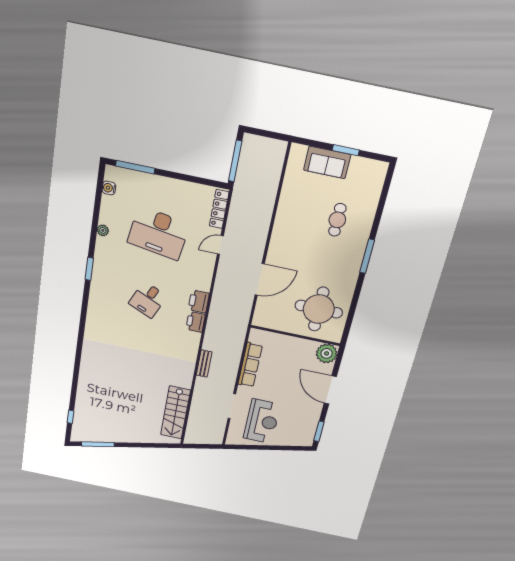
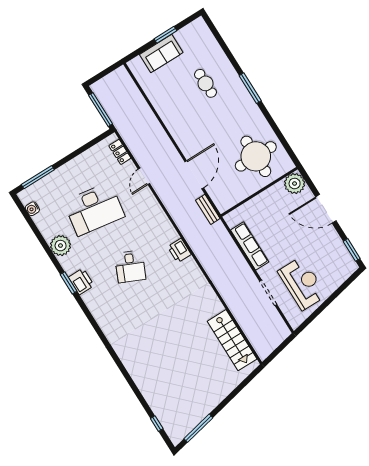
locker: (219, 209) -> (120, 152), width x0.66
plant: (103, 230) -> (61, 246), width x1.87, depth x1.87
printer: (199, 302) -> (81, 281), moved, turned 180
bench: (204, 364) -> (208, 209), moved

